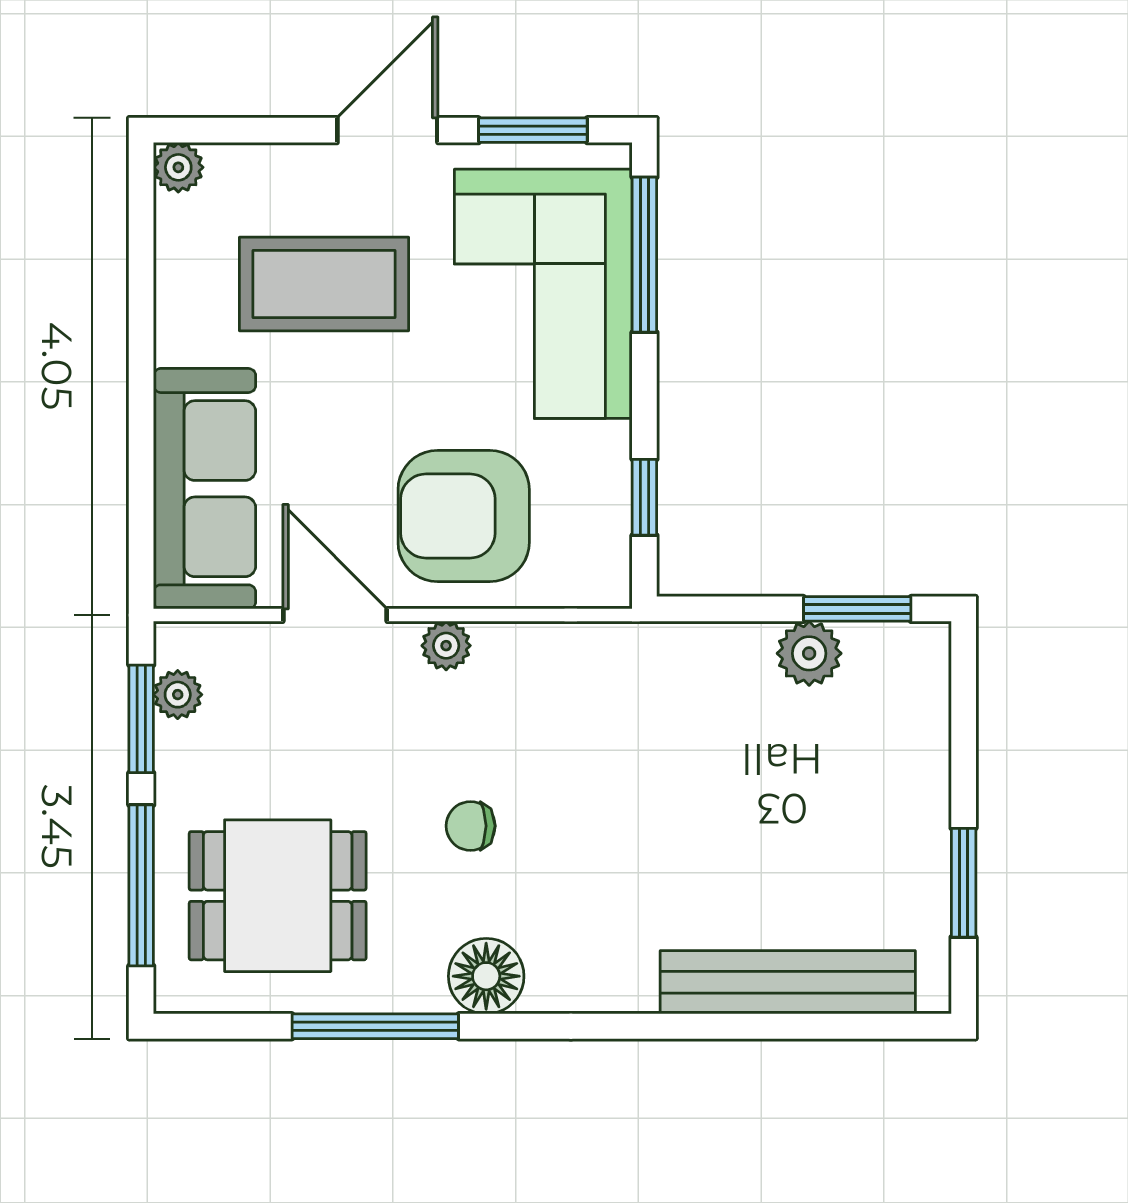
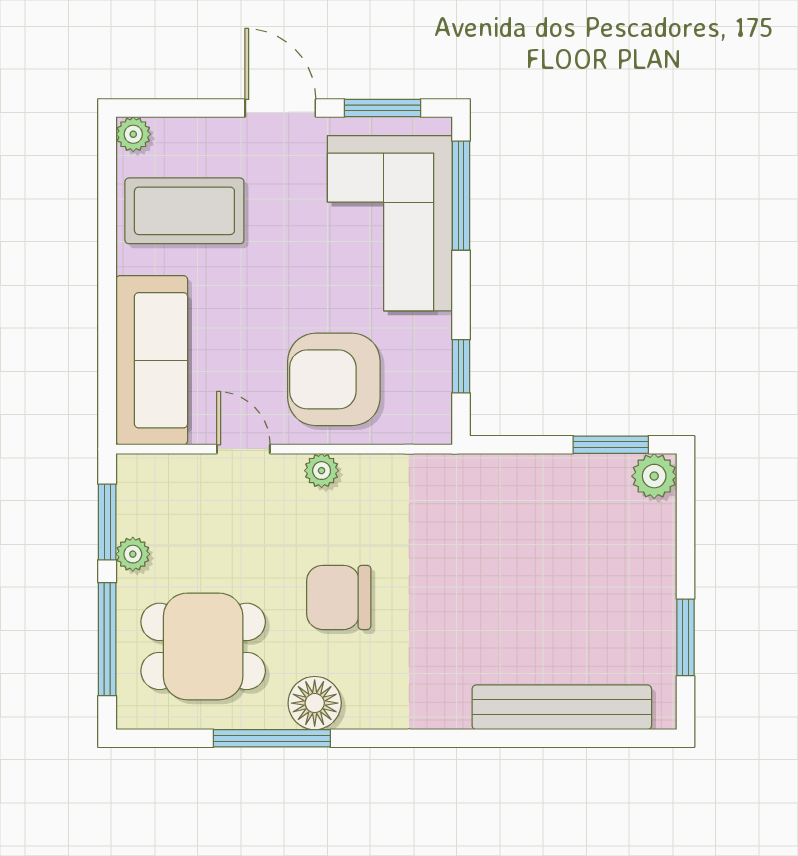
door: (387, 130) -> (280, 108), hinge flipped
coffee table: (324, 284) -> (184, 211), moved
door: (335, 615) -> (243, 449), width x0.73
plant: (809, 653) -> (654, 476), moved
plant: (178, 695) -> (133, 554), moved
chair: (471, 826) -> (339, 597), width x1.87, depth x1.87
floor lamp: (486, 976) -> (315, 703), moved

